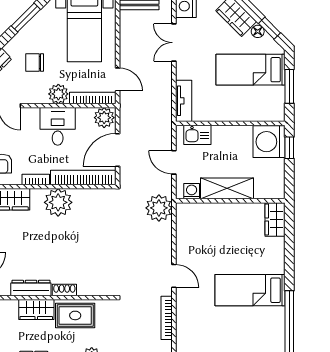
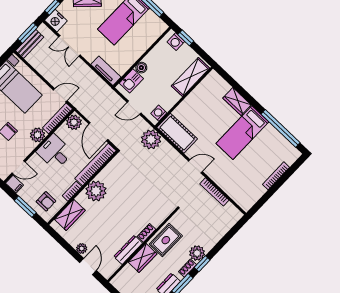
boiler: (219, 132) -> (141, 68), added
washing machine: (269, 142) -> (176, 42), width x0.53, depth x0.53
shelving: (227, 188) -> (190, 77), moved
wardrobe: (275, 219) -> (237, 101), moved
cot: (189, 228) -> (177, 133), added

